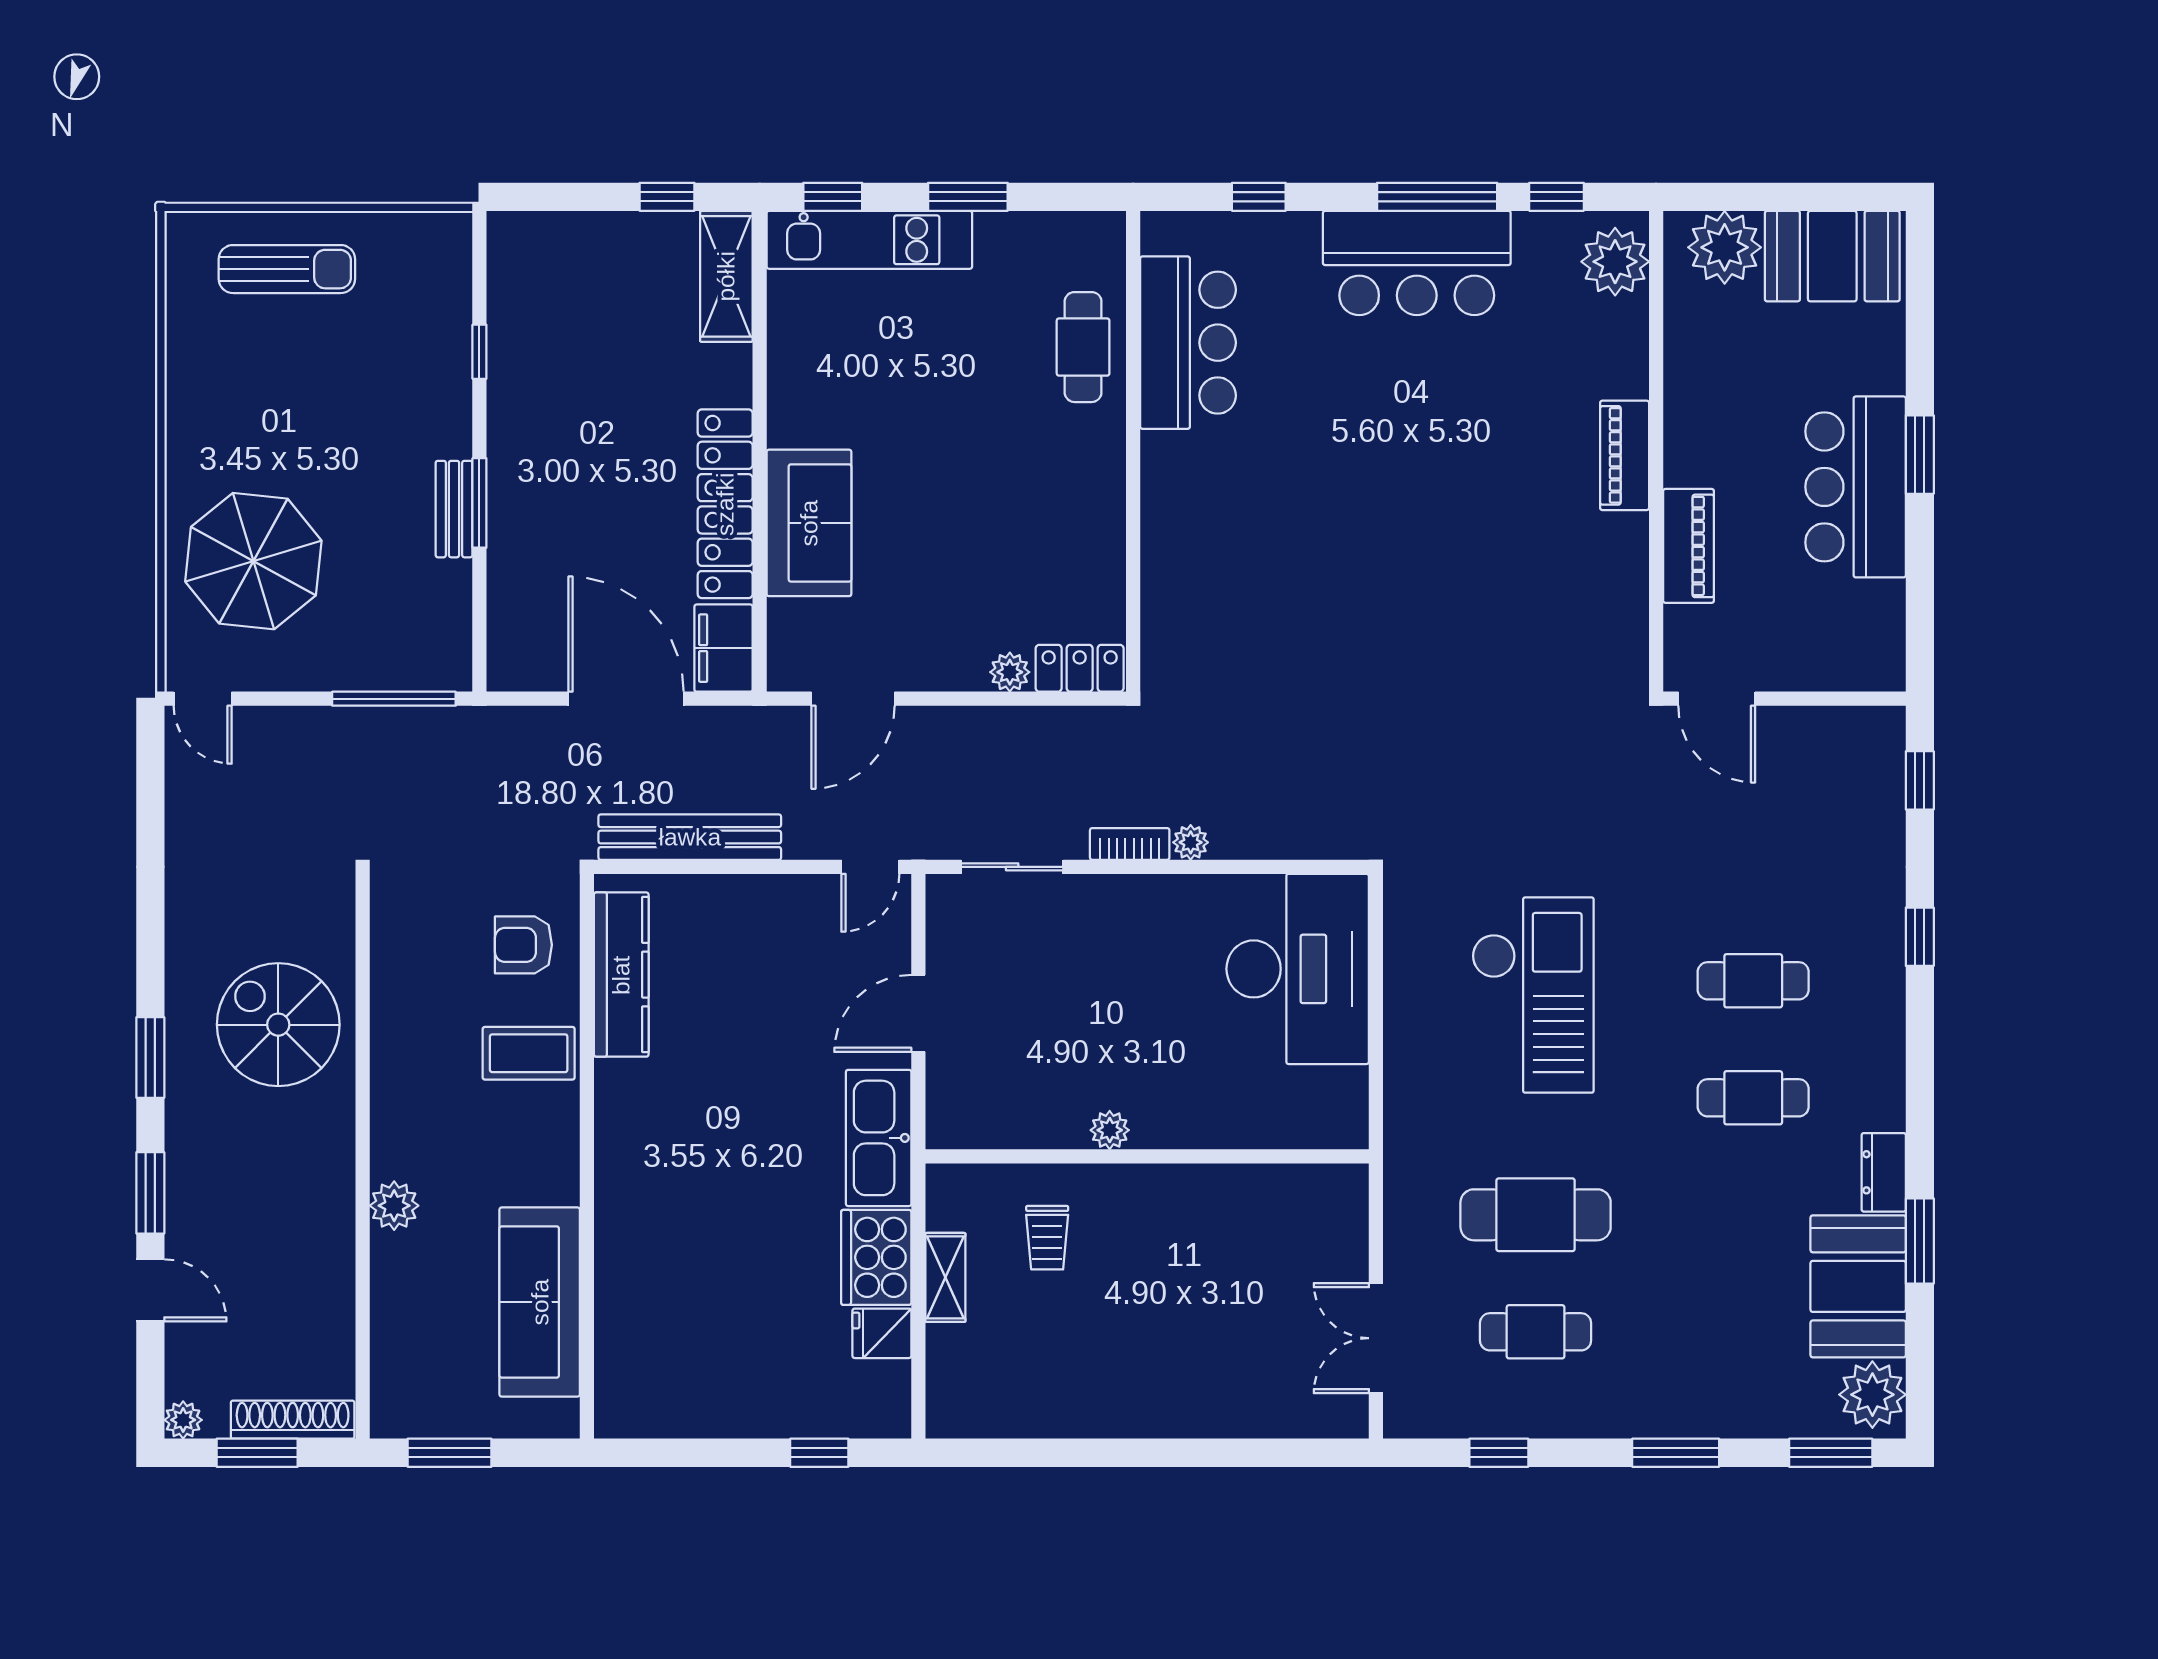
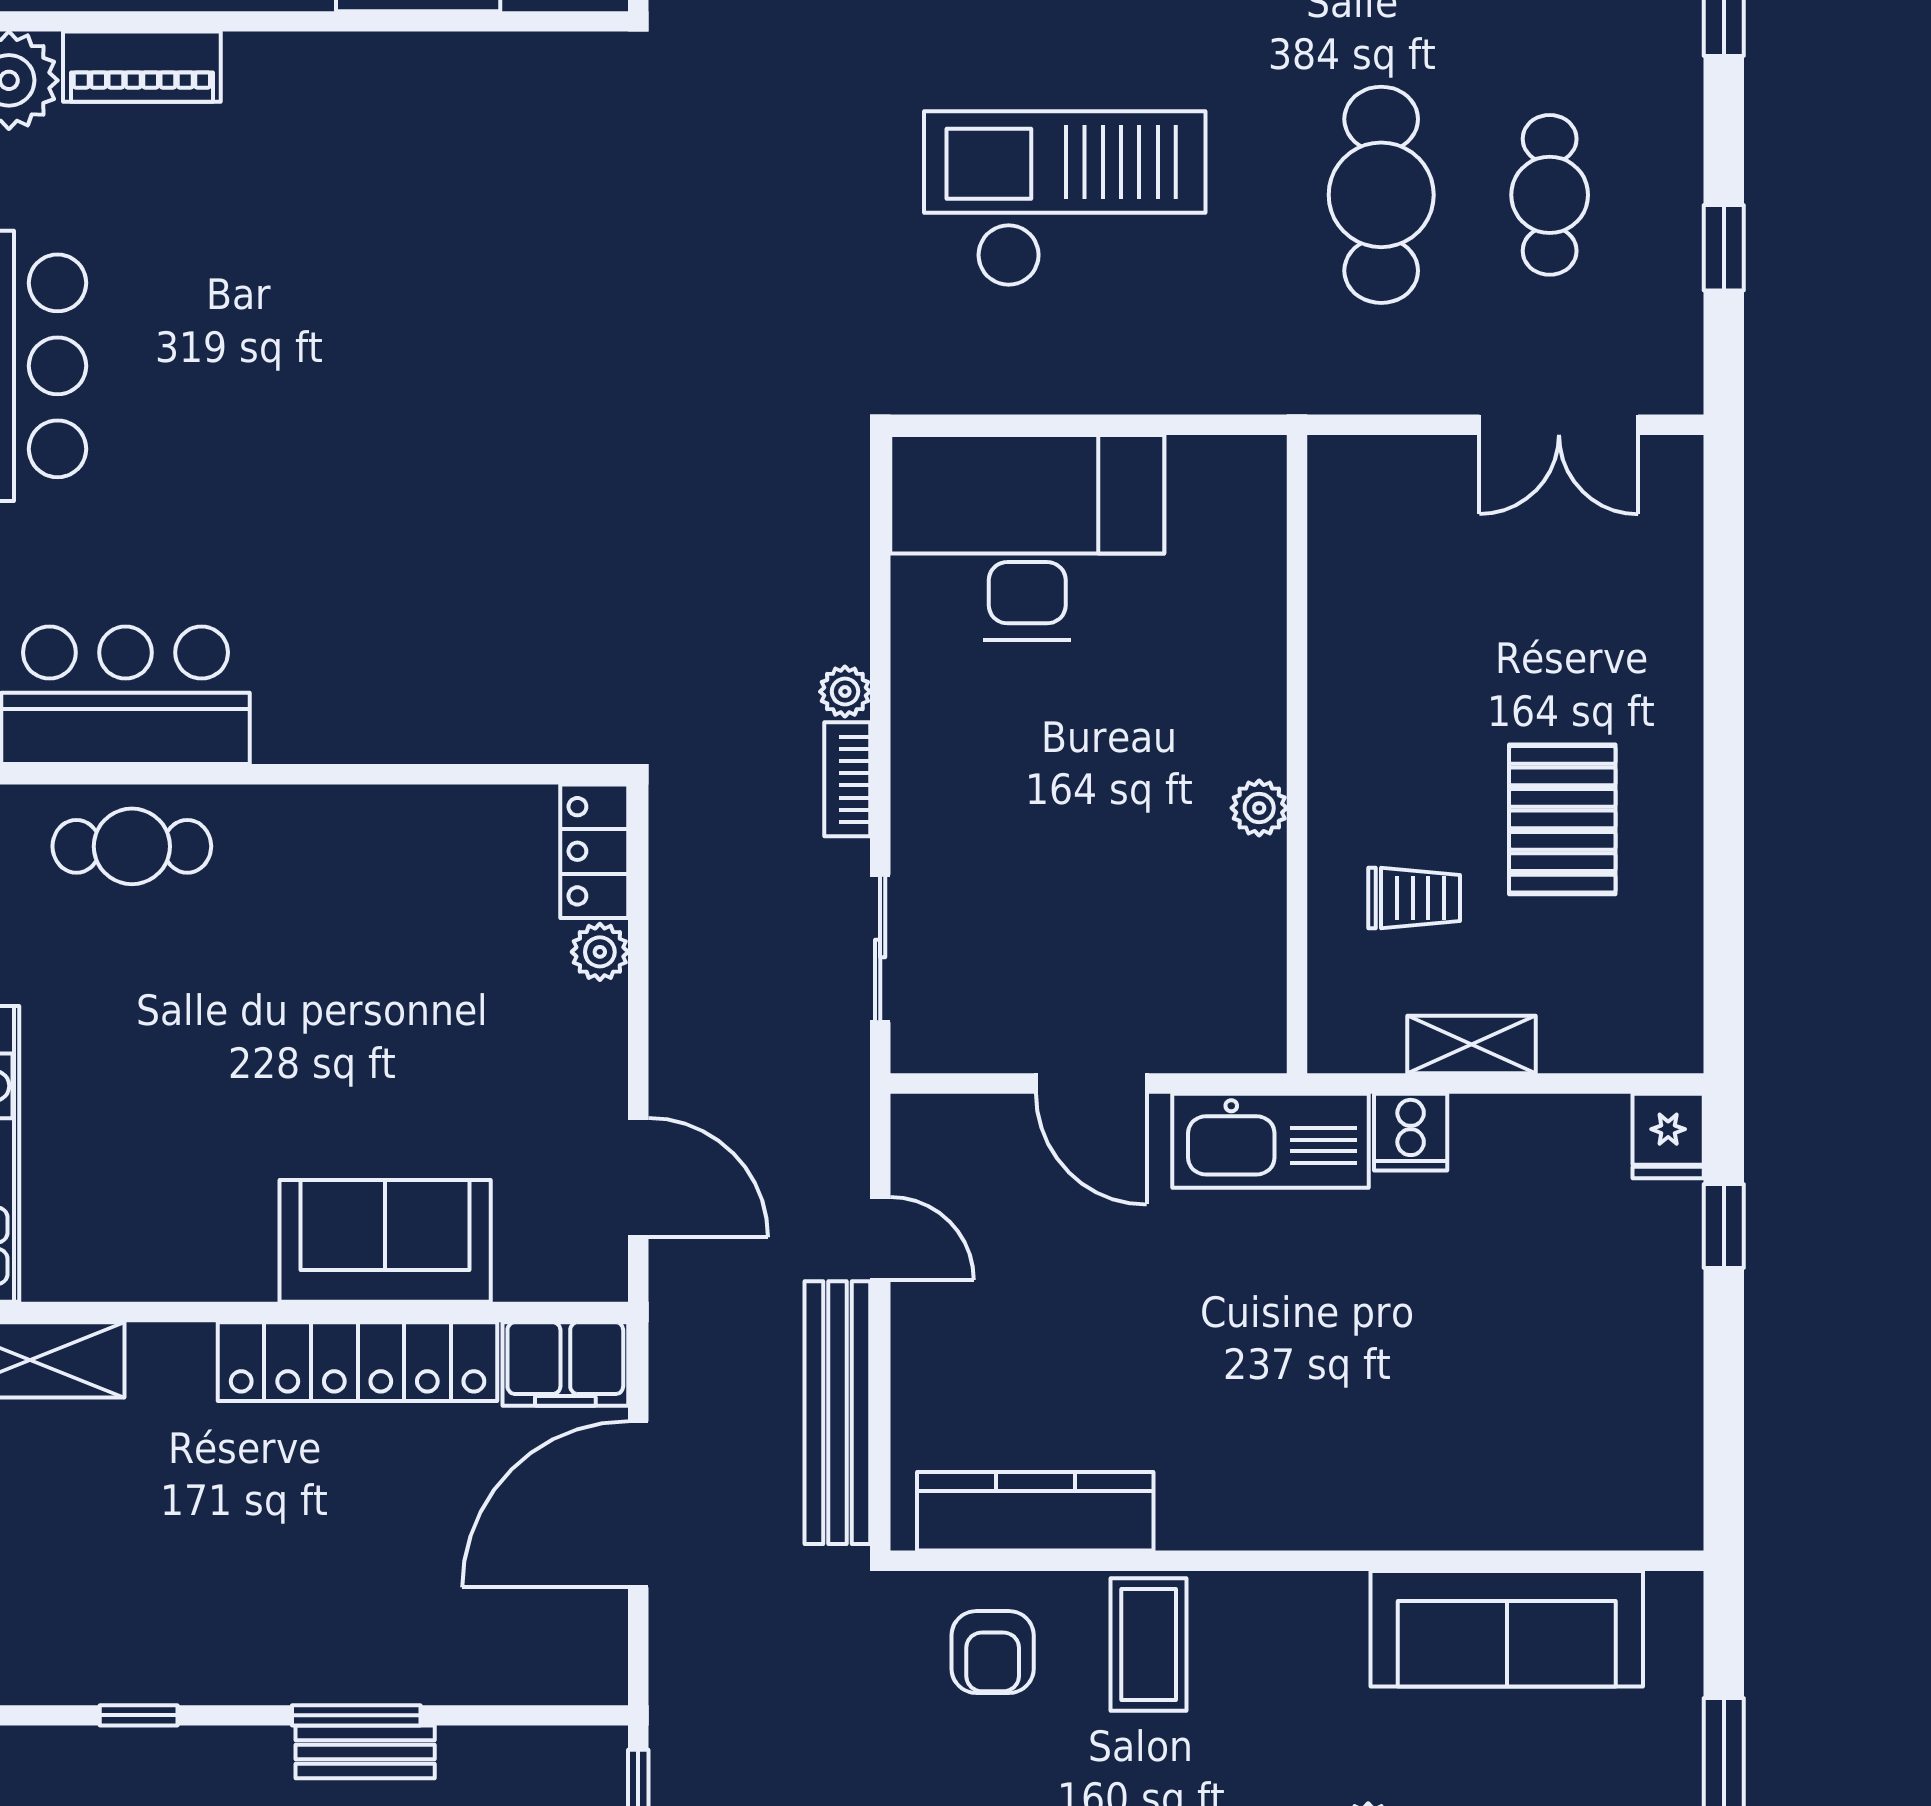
piano: (1625, 455) -> (142, 67), moved
door: (870, 867) -> (880, 1238), moved
cooker: (876, 1257) -> (1411, 1132), width x0.53, depth x0.76
fridge: (882, 1333) -> (1668, 1136), moved
pallet: (1102, 1341) -> (1562, 819), added

